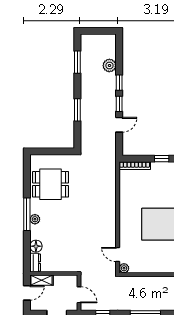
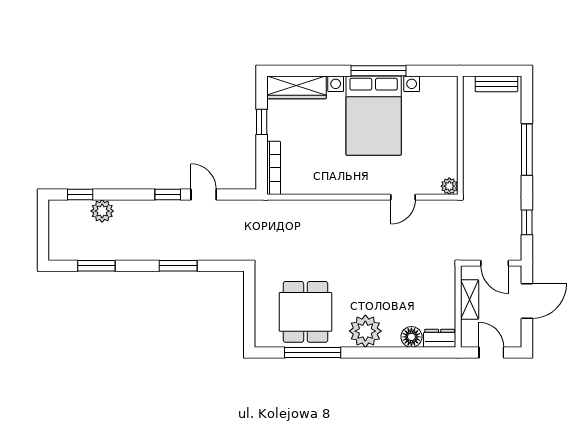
window: (119, 83) -> (80, 194), moved
window: (27, 214) -> (313, 352), moved
plant: (35, 219) -> (365, 331), width x1.87, depth x1.87
door: (118, 255) -> (403, 197), moved
shelving: (41, 280) -> (470, 300), moved
door: (79, 295) -> (495, 263), swing flipped

